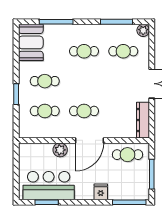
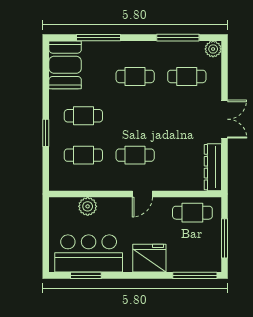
door: (89, 140) -> (142, 194), width x0.53
plant: (60, 150) -> (88, 206), moved
fridge: (101, 192) -> (149, 258), width x1.88, depth x1.34

